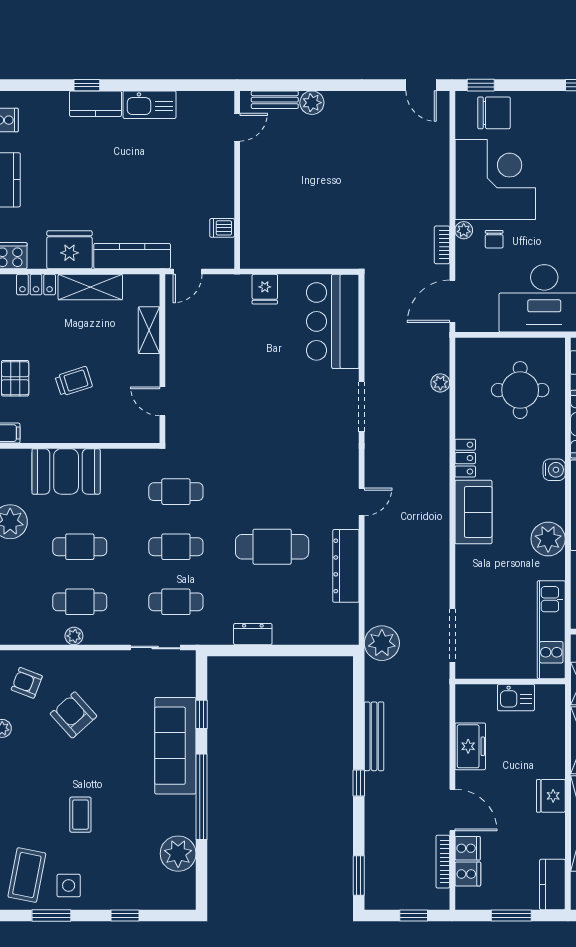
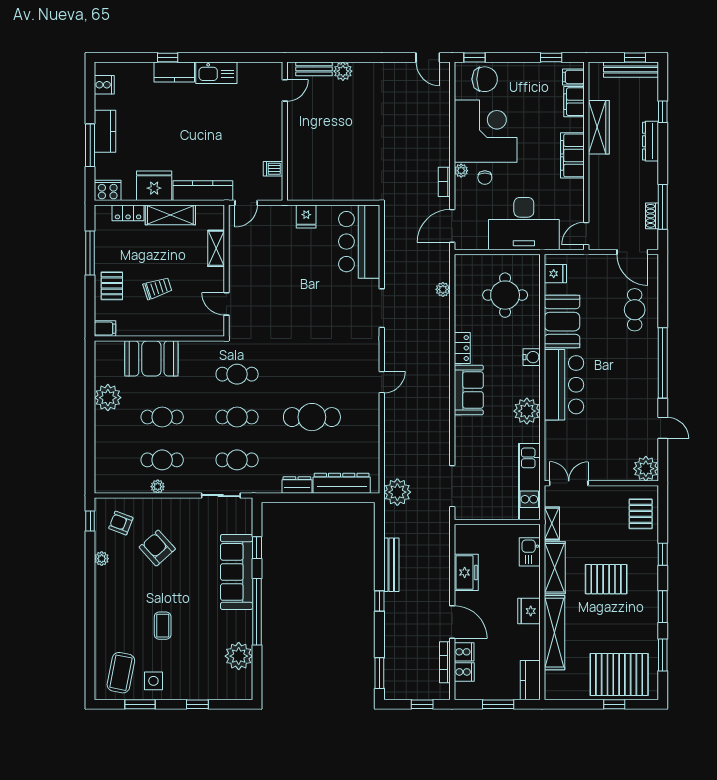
dresser: (346, 566) -> (342, 483), moved, turned 90
kitchen sink: (516, 698) -> (530, 552), moved, turned 90

